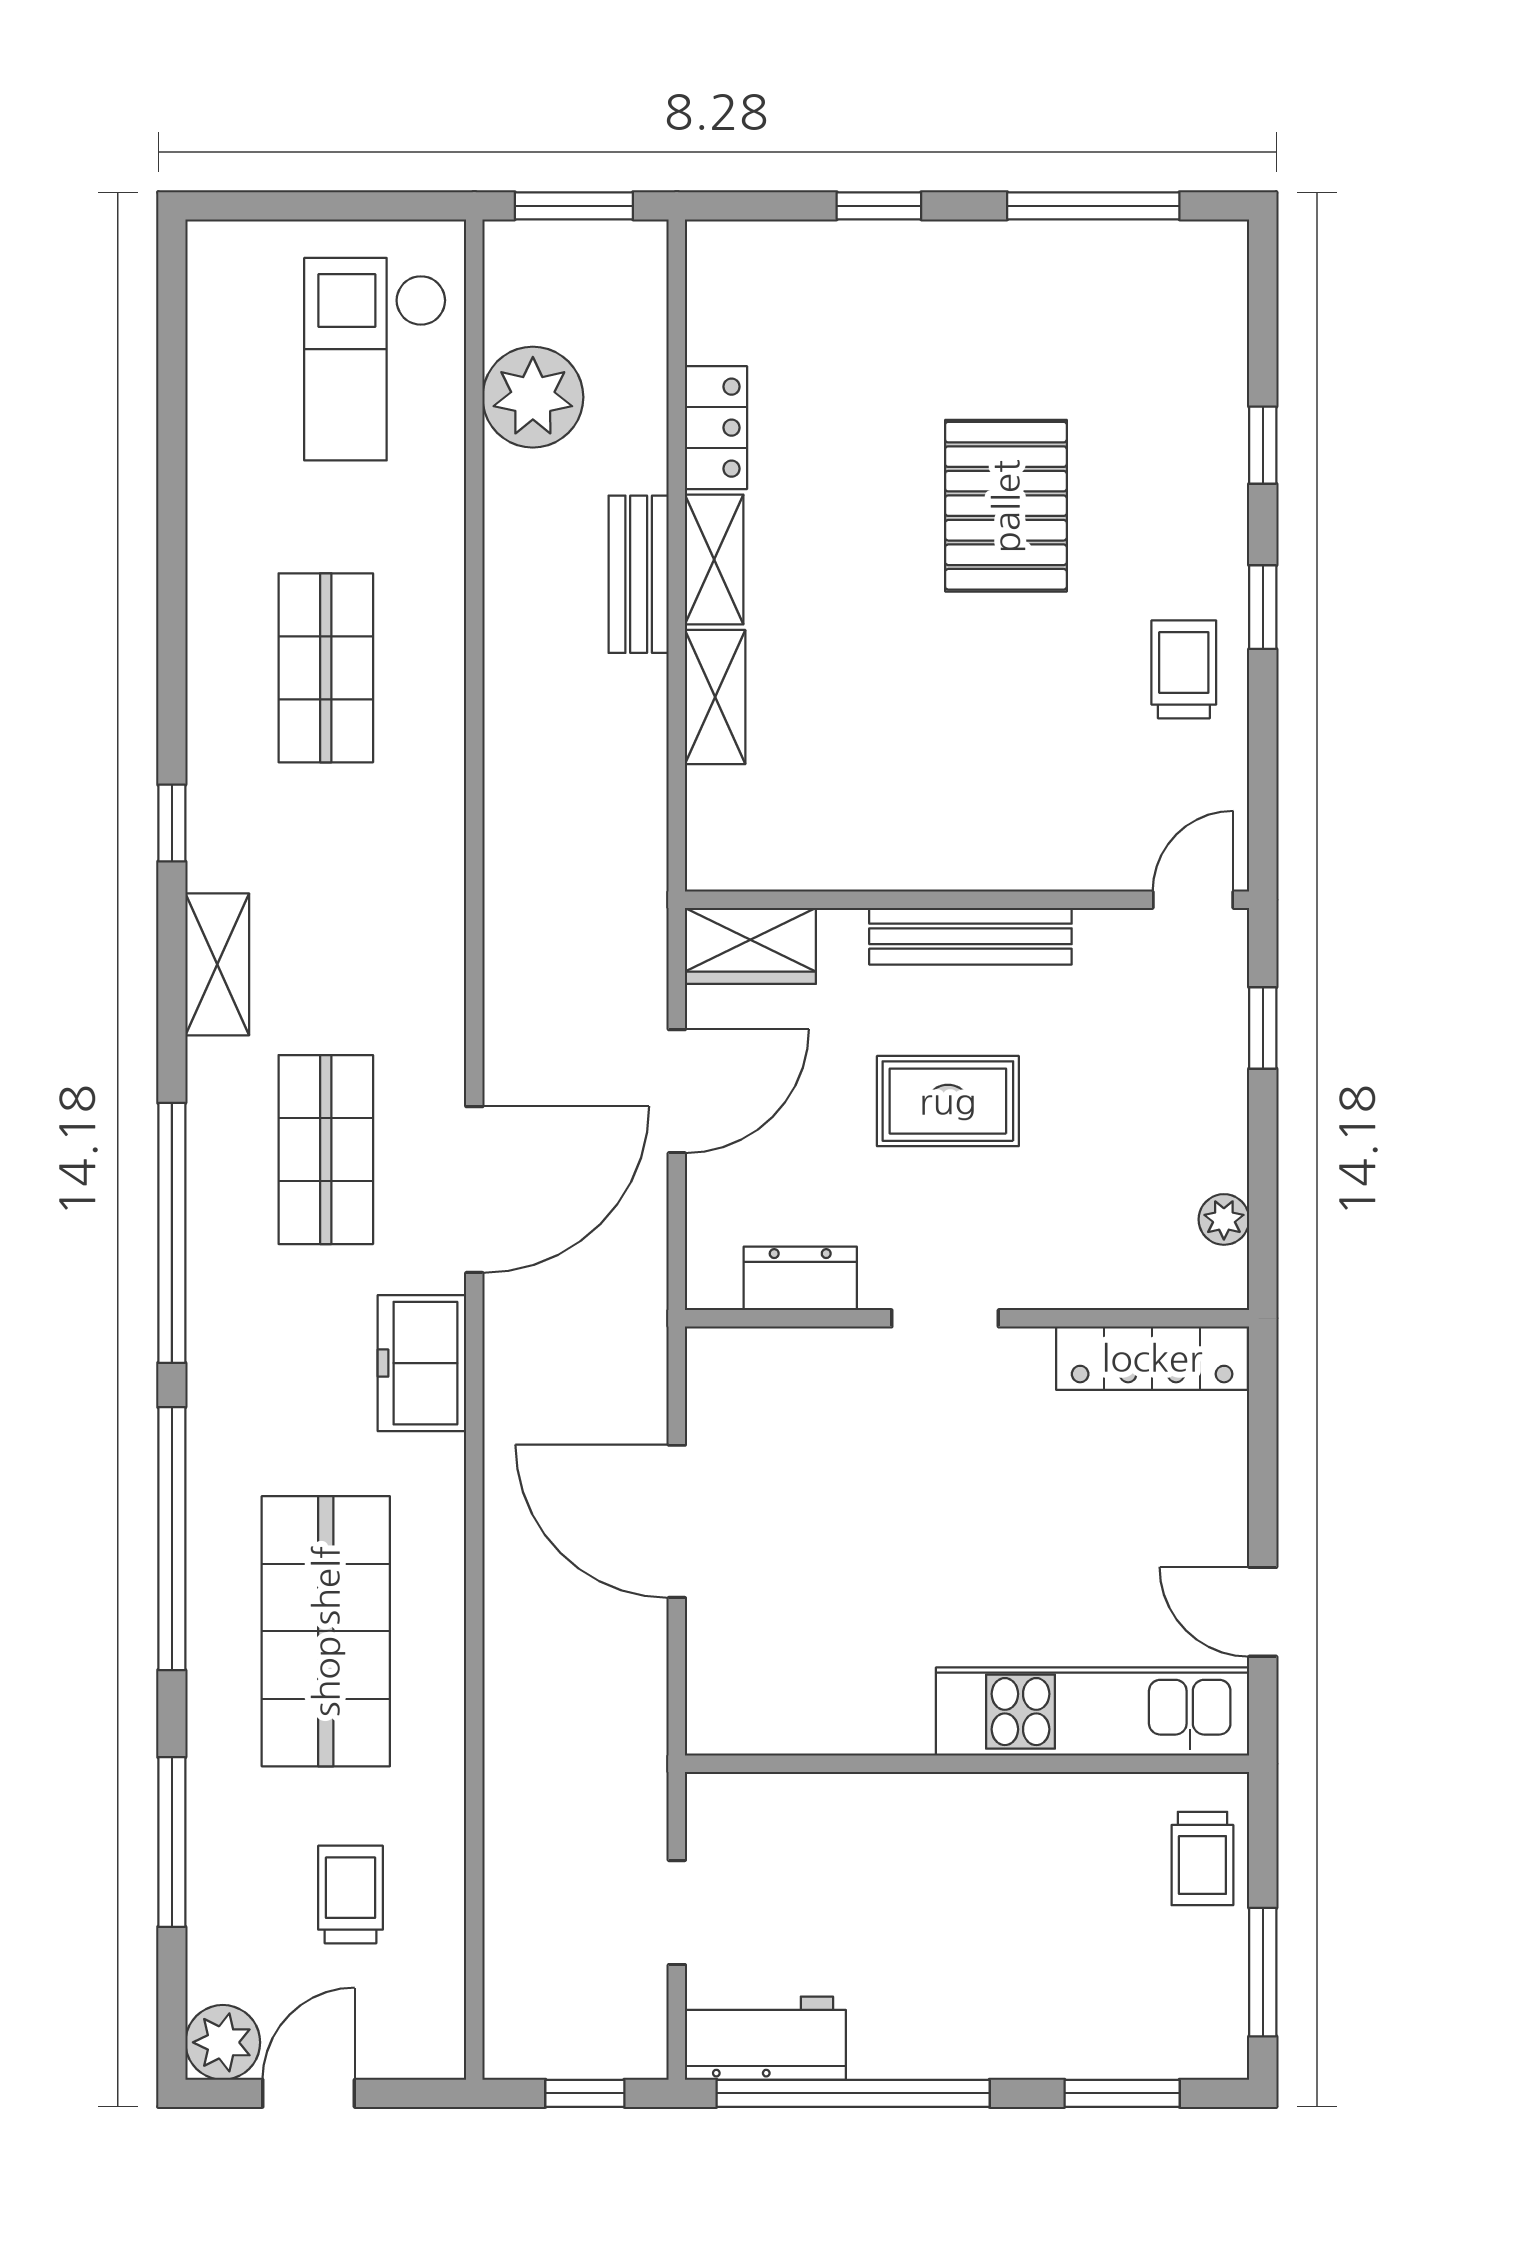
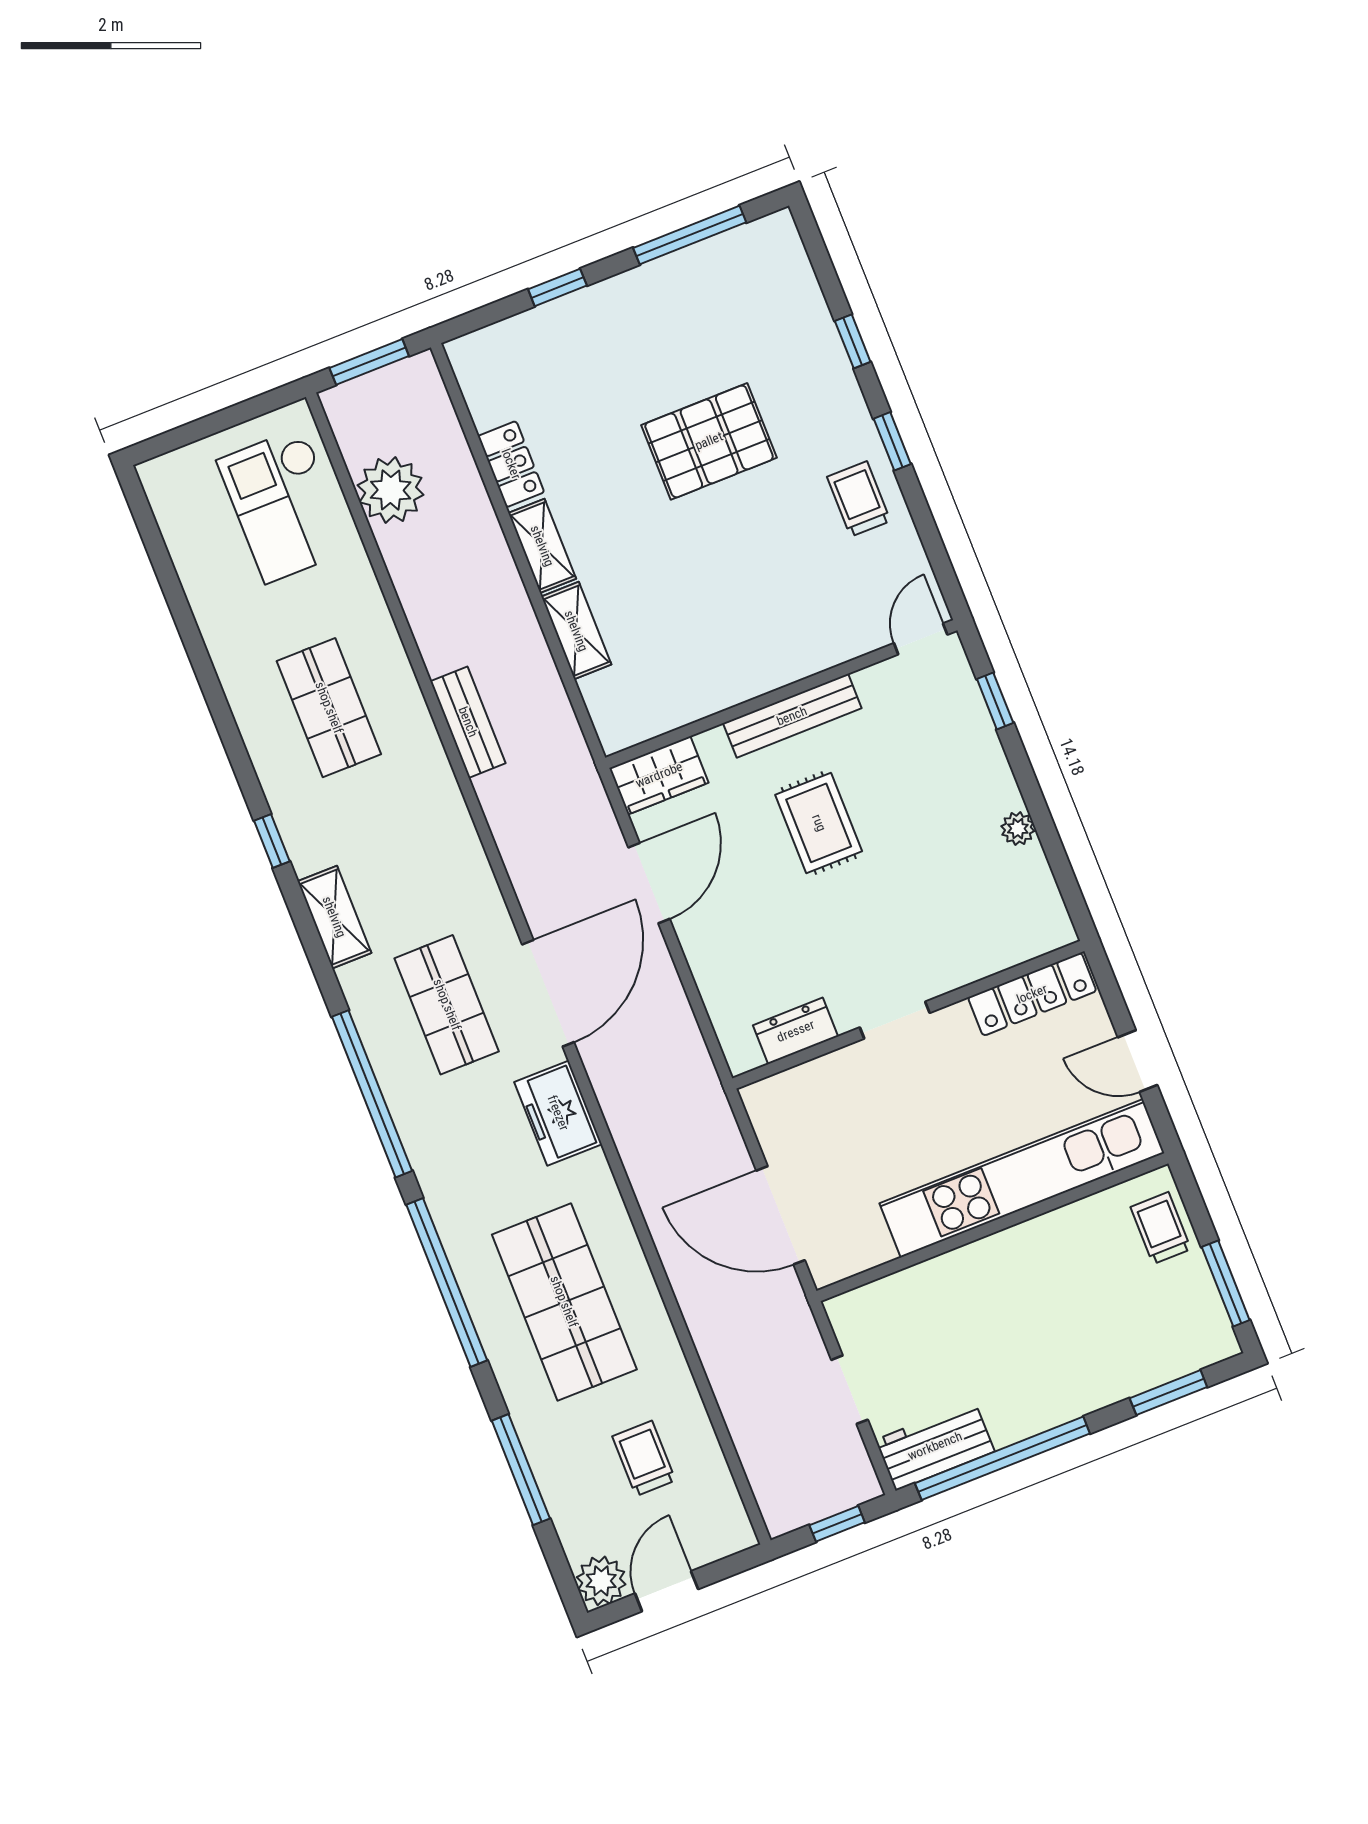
pallet: (1006, 506) -> (709, 441), turned 90
bench: (639, 574) -> (468, 722), moved
rug: (948, 1101) -> (819, 823), turned 90
dresser: (800, 1278) -> (796, 1031), moved
doorway: (945, 1318) -> (895, 1020), moved
wall: (967, 1318) -> (908, 1015), moved
locker: (1152, 1358) -> (1032, 994), moved
door: (677, 1521) -> (781, 1215), moved
kitchen unit: (1093, 1712) -> (1022, 1178), width x1.36
trolley: (1202, 1858) -> (1161, 1228), turned 180

